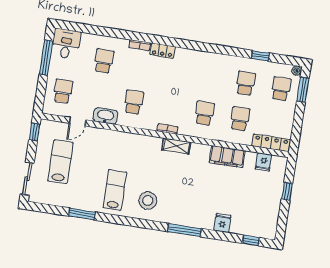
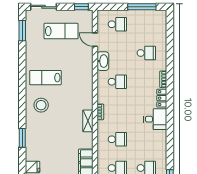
desk: (66, 44) -> (155, 119), moved
lab bench: (115, 190) -> (45, 78), turned 180
window: (82, 214) -> (22, 31), moved
window: (185, 230) -> (22, 138), width x0.69

